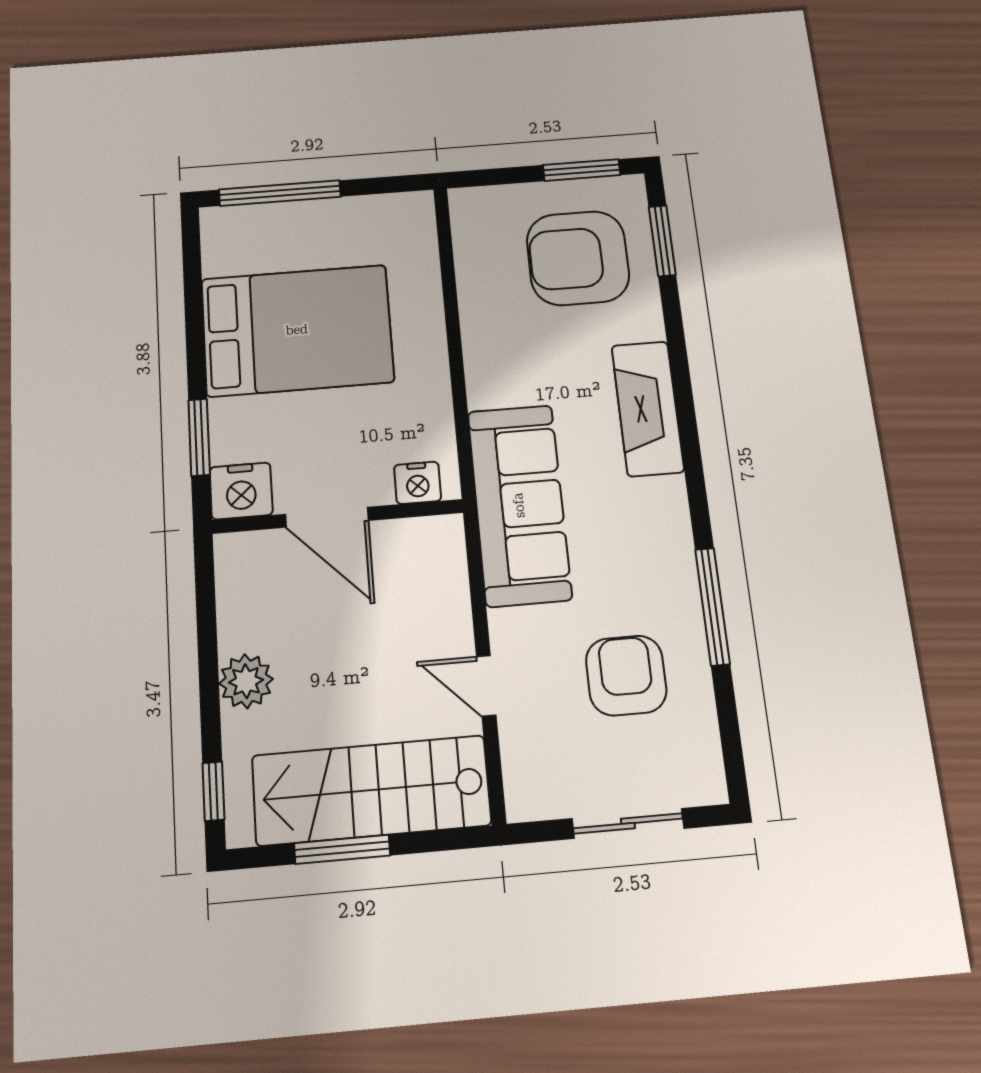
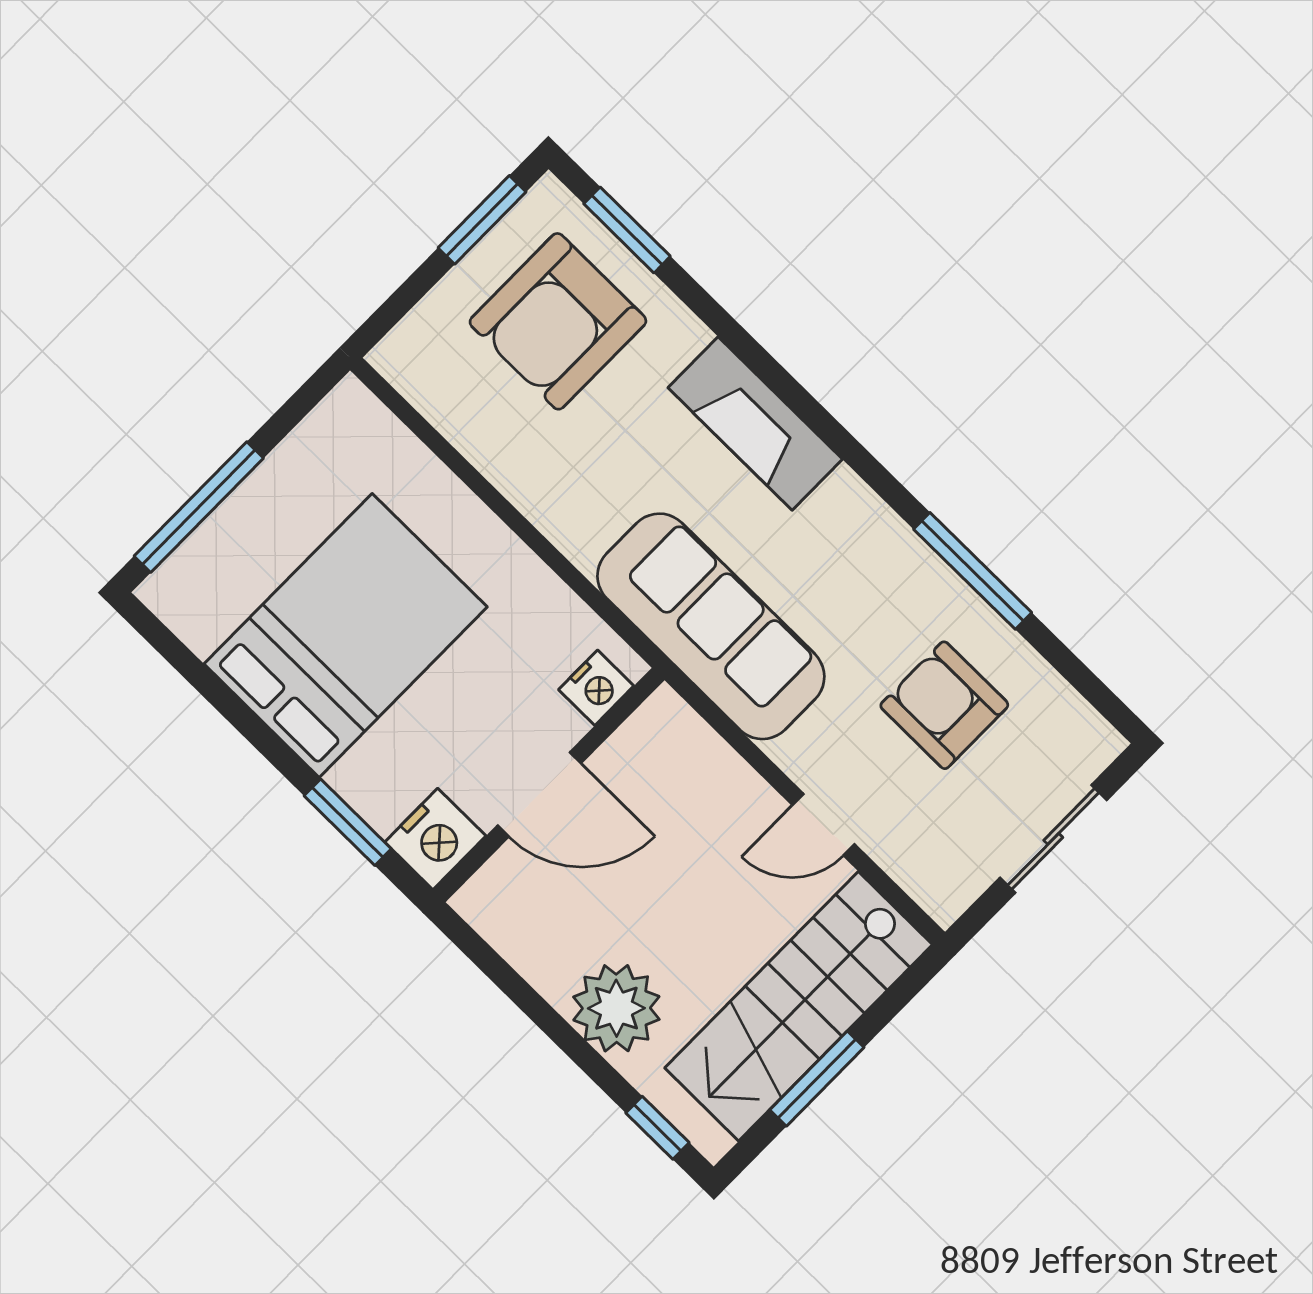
plant: (246, 681) -> (616, 1008), width x1.36, depth x1.36

